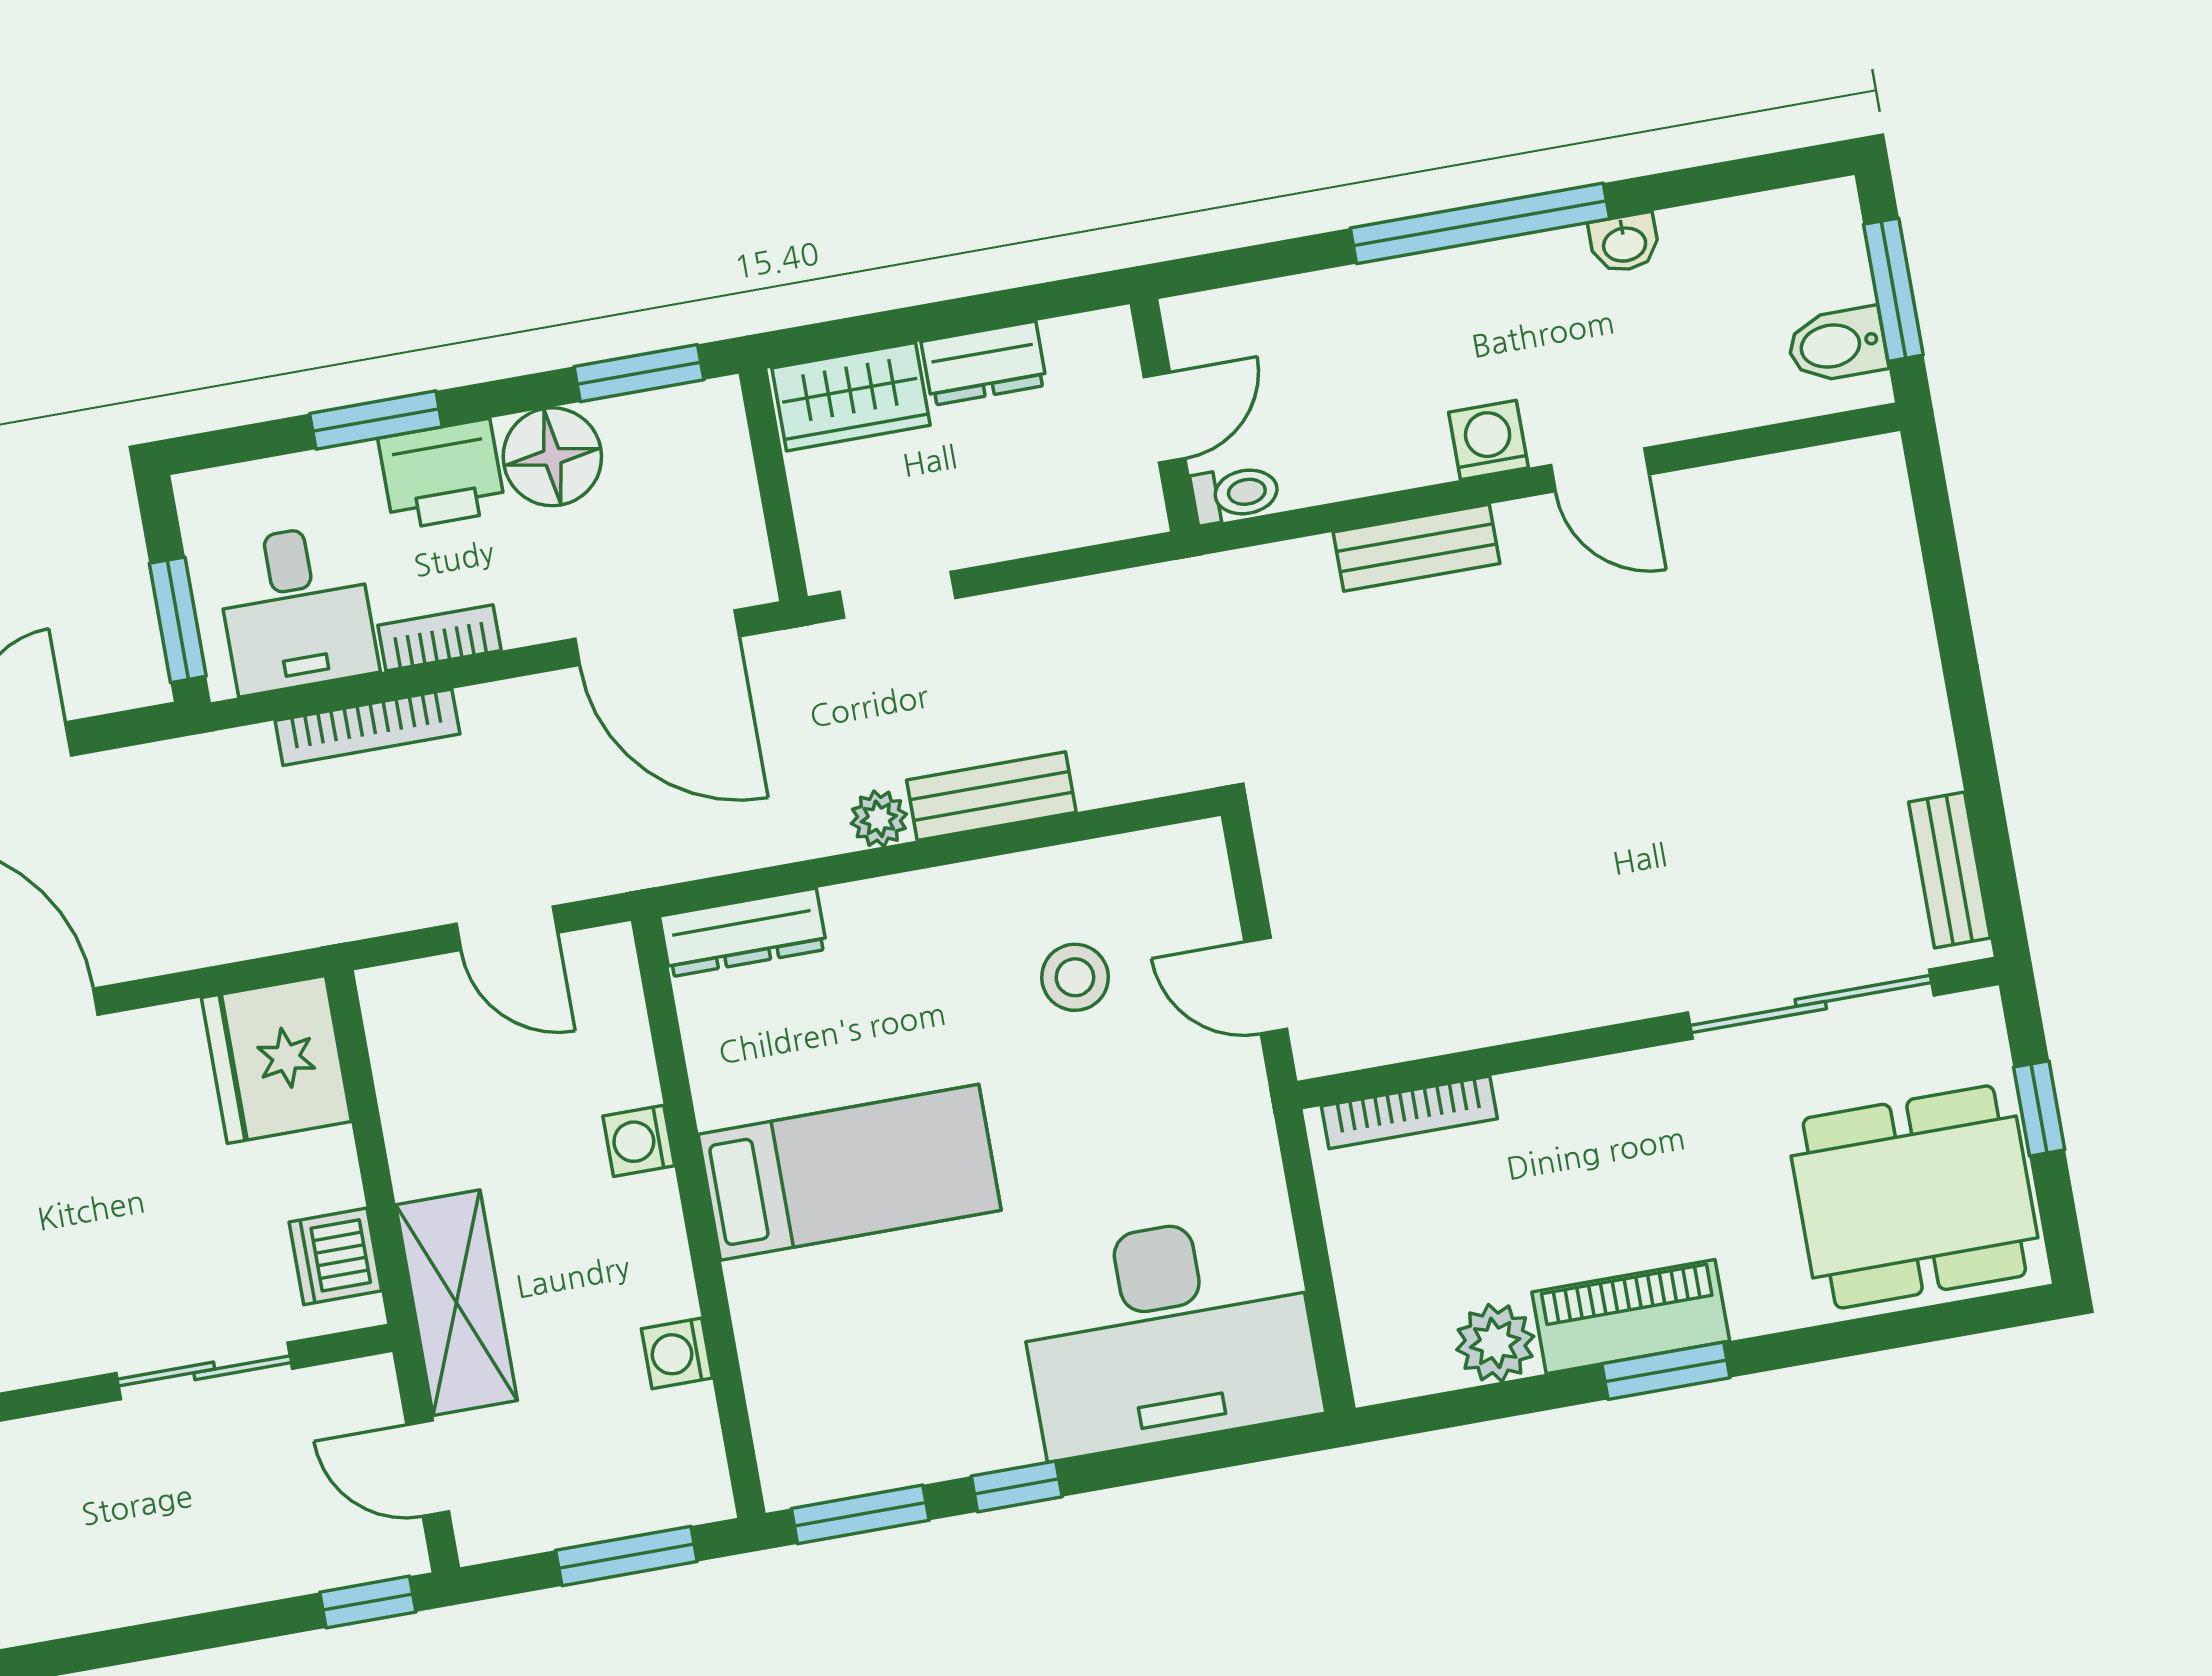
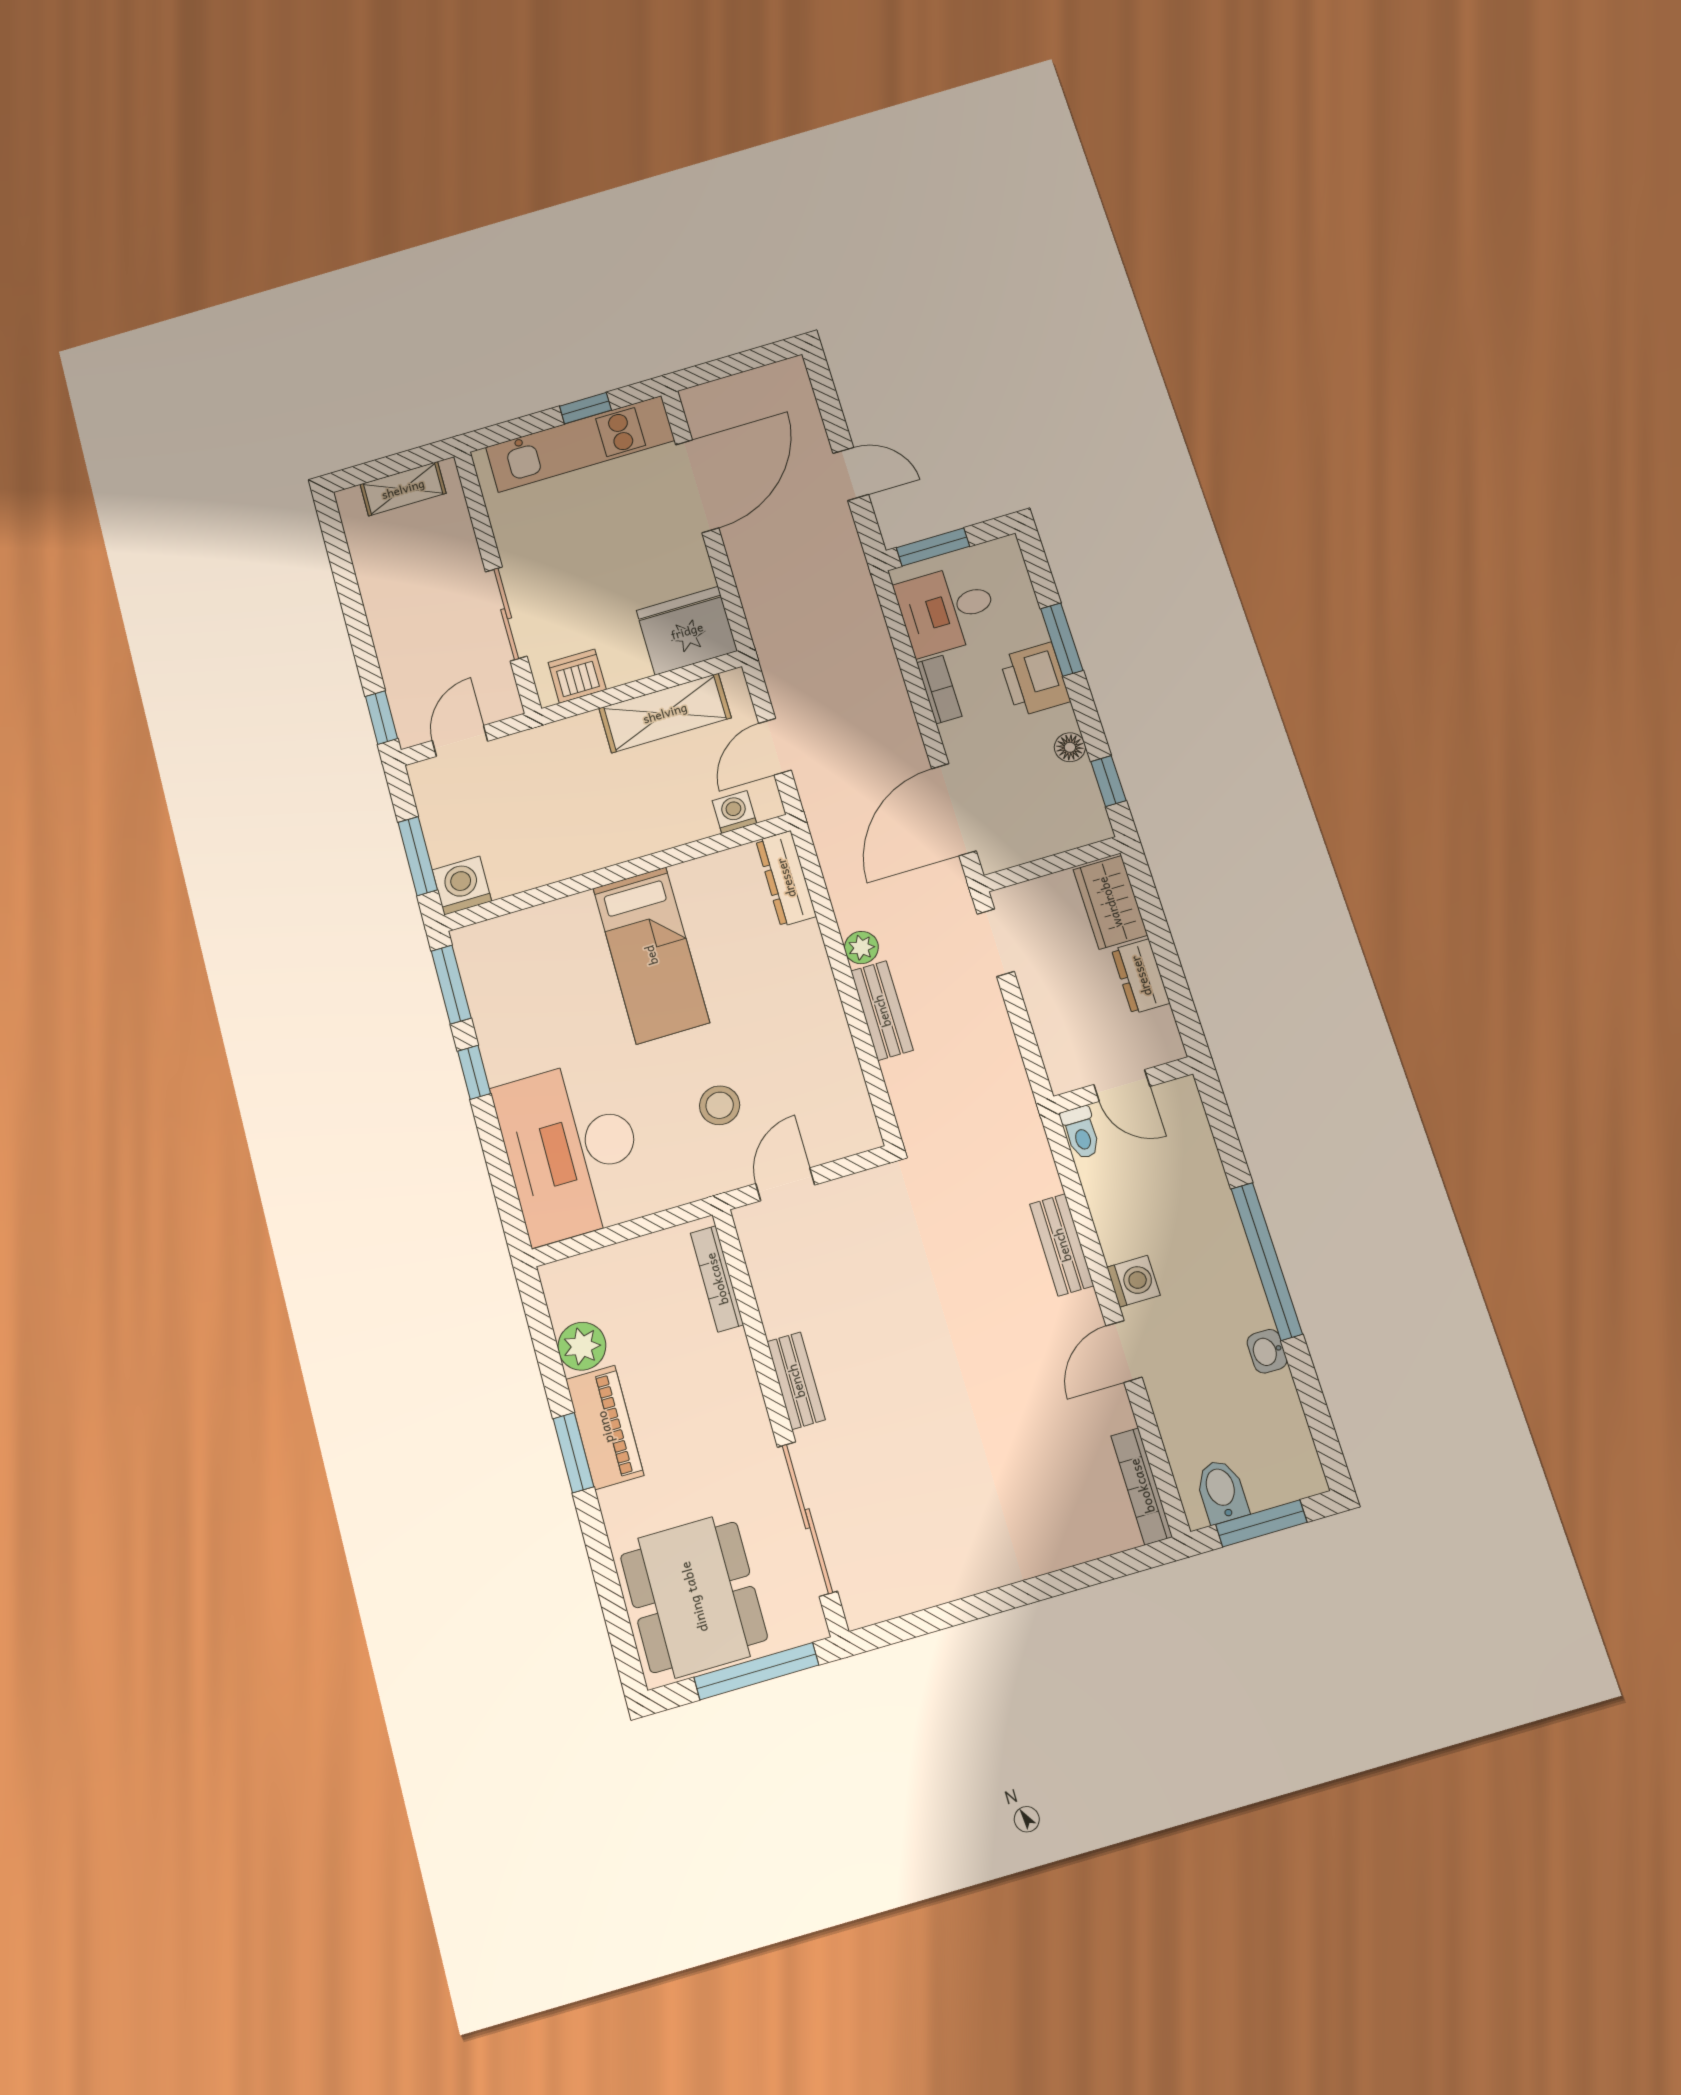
window: (639, 373) -> (1108, 781), width x0.67
floor lamp: (552, 457) -> (1070, 747), width x0.53, depth x0.53
bookcase: (367, 727) -> (1142, 1486), moved
bench: (1950, 870) -> (796, 1381), moved, turned 90
stool: (1075, 977) -> (720, 1105), moved
window: (2039, 1108) -> (756, 1671), width x2.17
washing machine: (639, 1141) -> (734, 812), moved
shelving: (457, 1303) -> (665, 713), moved
washing machine: (677, 1353) -> (462, 886), moved, width x1.38, depth x1.38

